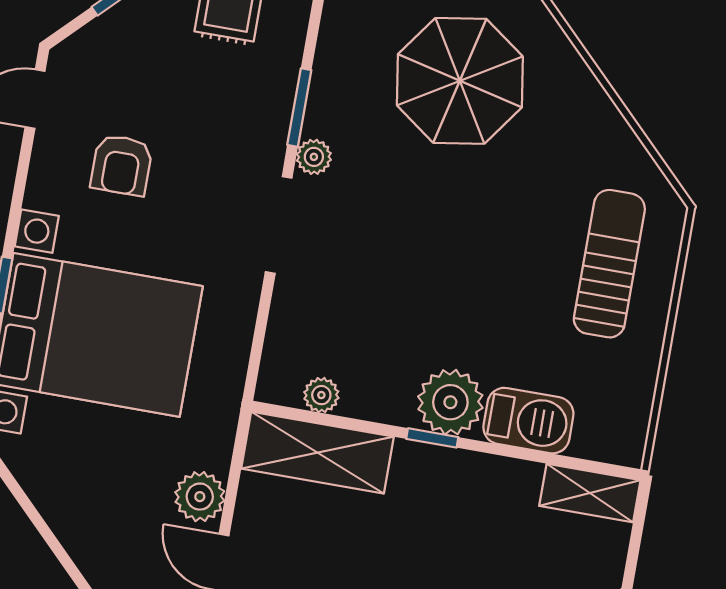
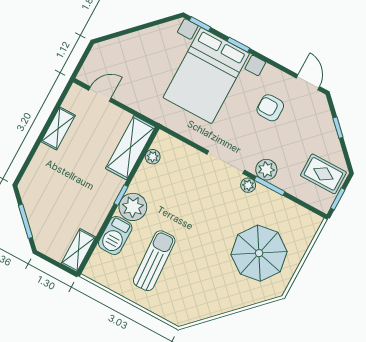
sun lounger: (609, 264) -> (154, 261), moved, turned -93
plant: (200, 497) -> (266, 170), moved

